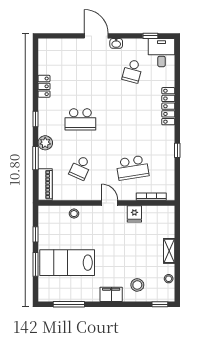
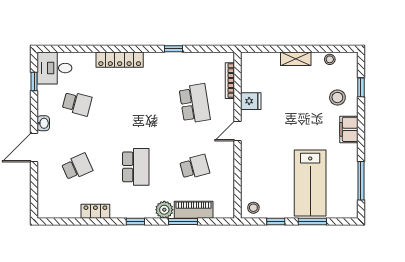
school desk: (80, 71) -> (77, 167), added
school desk: (80, 168) -> (195, 167), turned -39
piano: (45, 185) -> (194, 210), moved
stool: (74, 214) -> (253, 208), moved
window: (160, 304) -> (361, 87), moved

